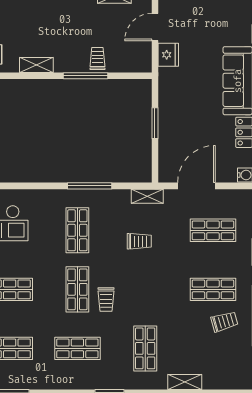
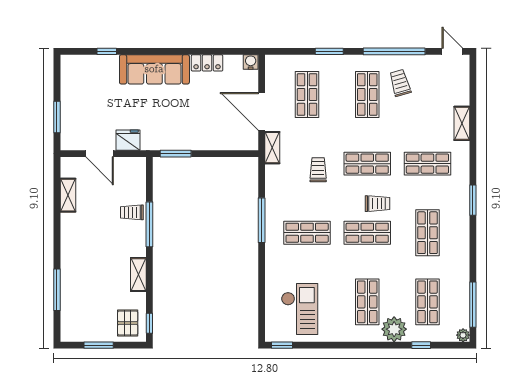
window: (155, 123) -> (176, 154), moved
shelving: (147, 196) -> (272, 148), moved
shop shelf: (145, 289) -> (367, 164), added

